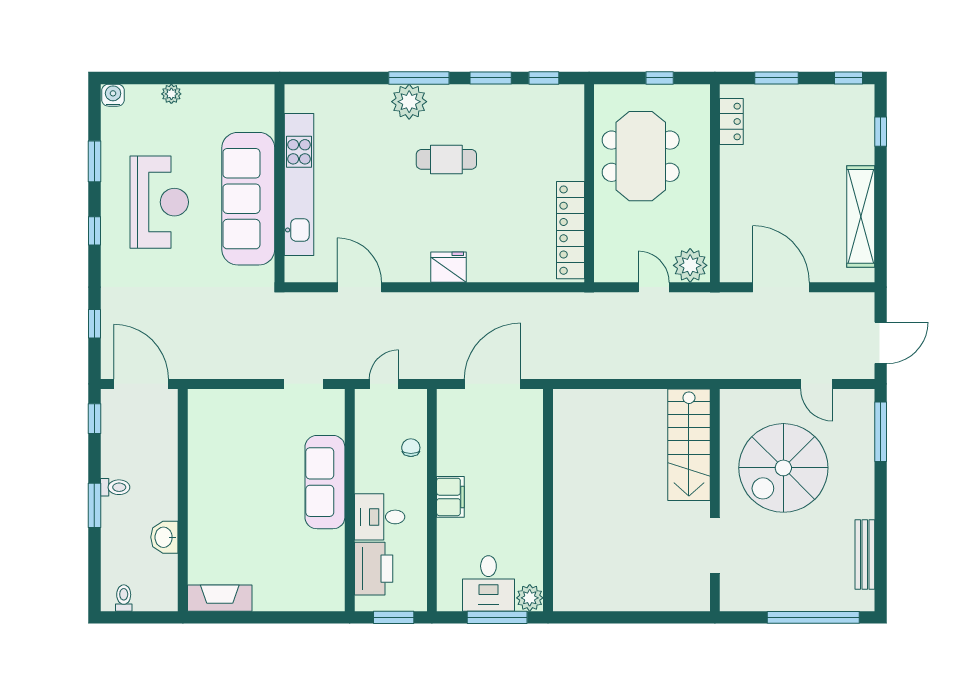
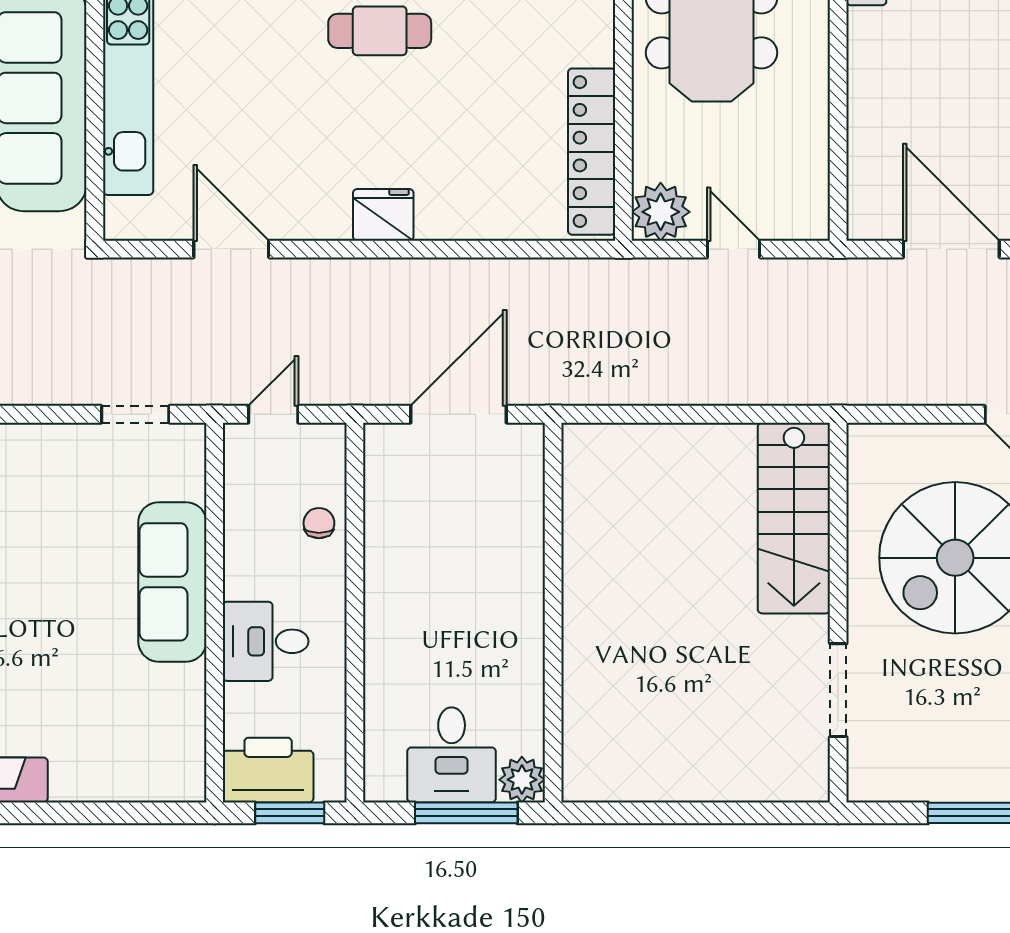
plant: (690, 265) -> (661, 212), moved
filing cabinet: (450, 497) -> (387, 607), removed
printer: (374, 569) -> (268, 770), moved, turned -90

